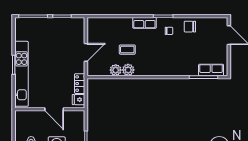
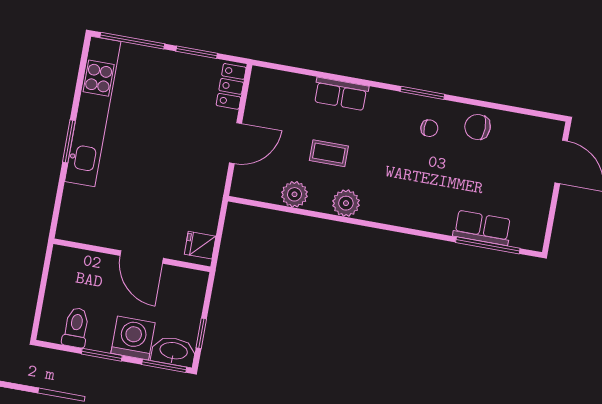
row of seats: (144, 23) -> (341, 94), moved
plant: (128, 70) -> (346, 203), moved
row of seats: (211, 70) -> (482, 228), moved
kitchen unit: (21, 74) -> (93, 112), moved
locker: (80, 84) -> (231, 86), moved

